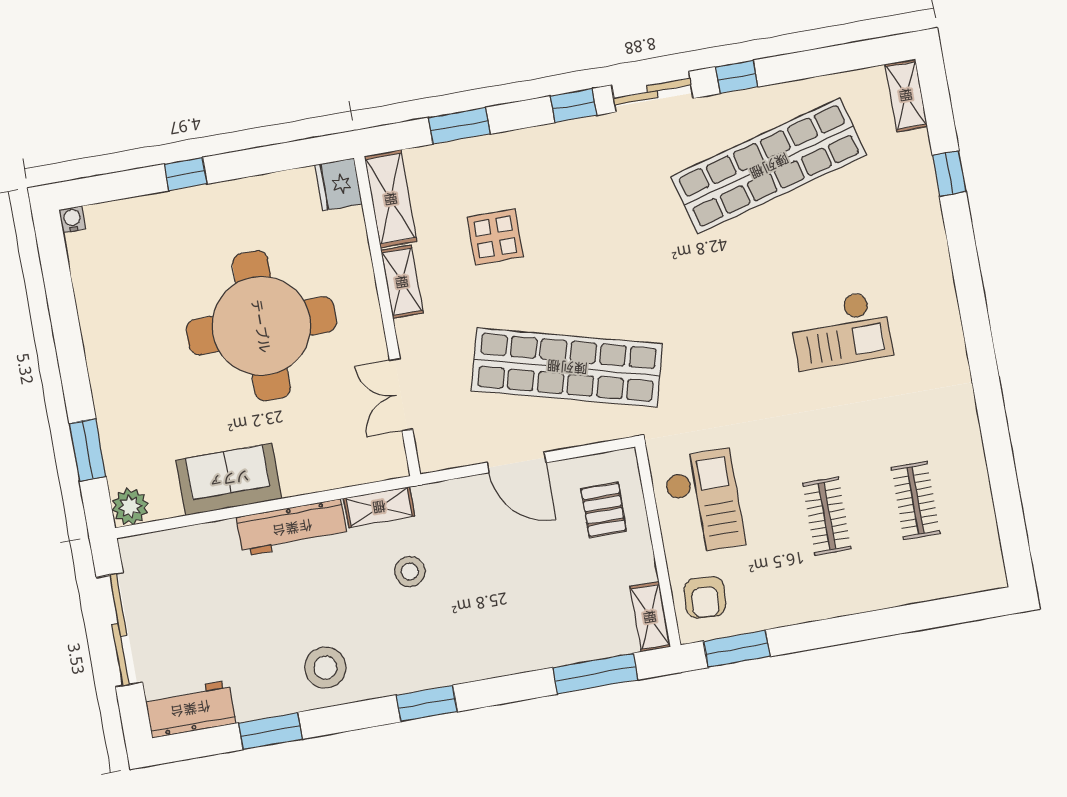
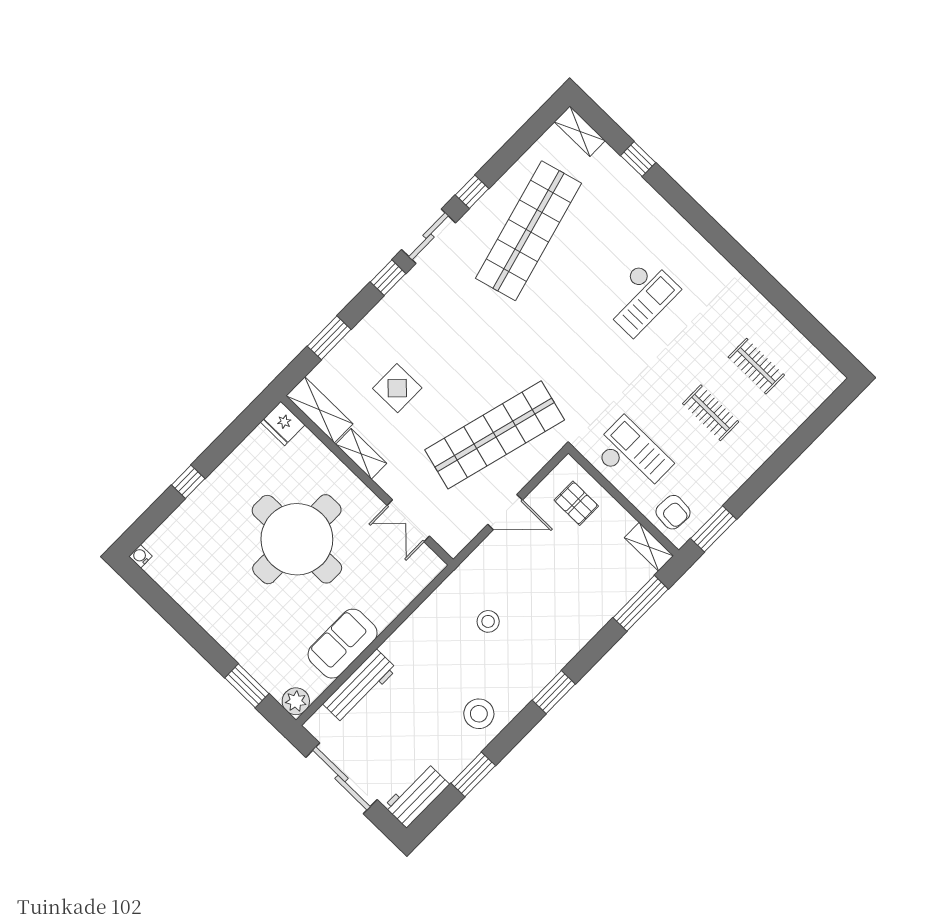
shelving: (379, 507) -> (443, 597), removed
workbench: (292, 528) -> (360, 686), moved

